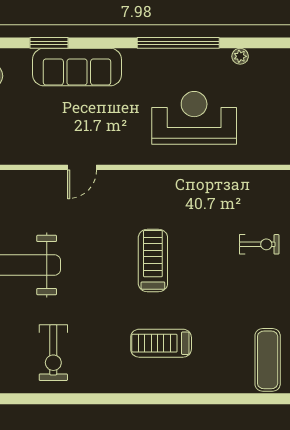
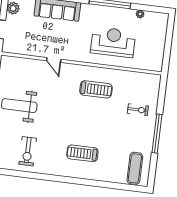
door: (82, 167) -> (54, 60), hinge flipped
treadmill: (153, 261) -> (96, 89), moved, turned 90

